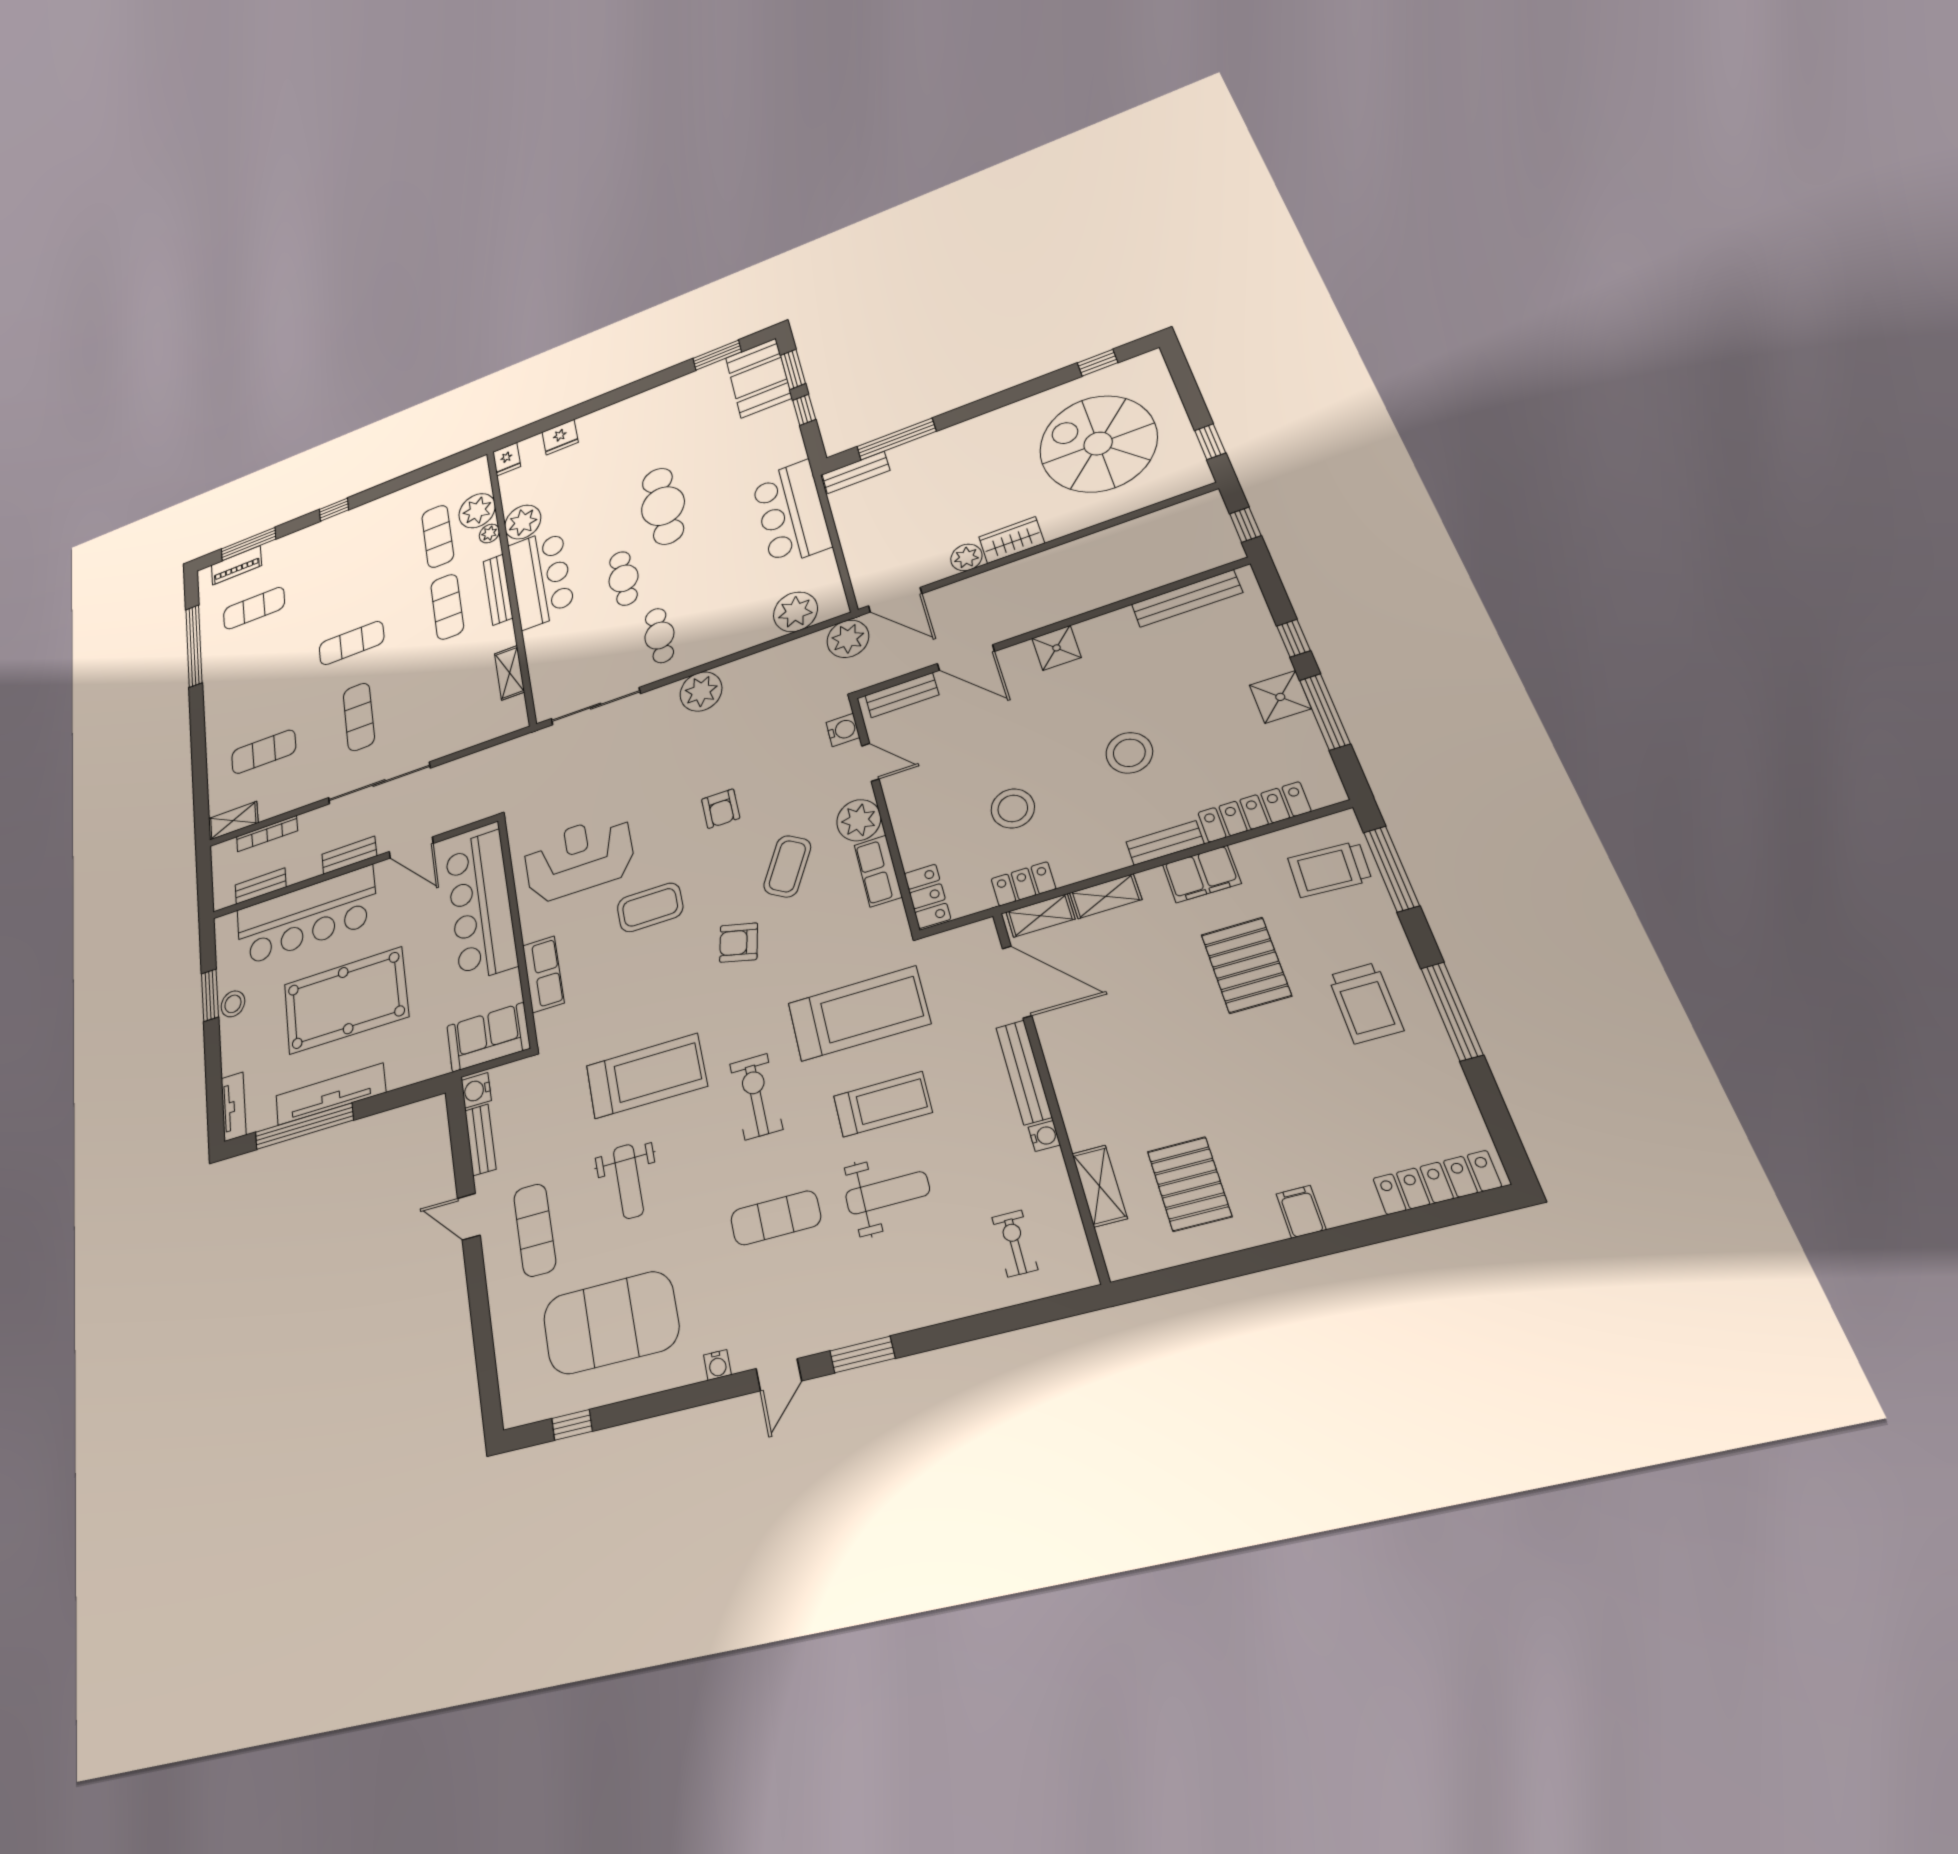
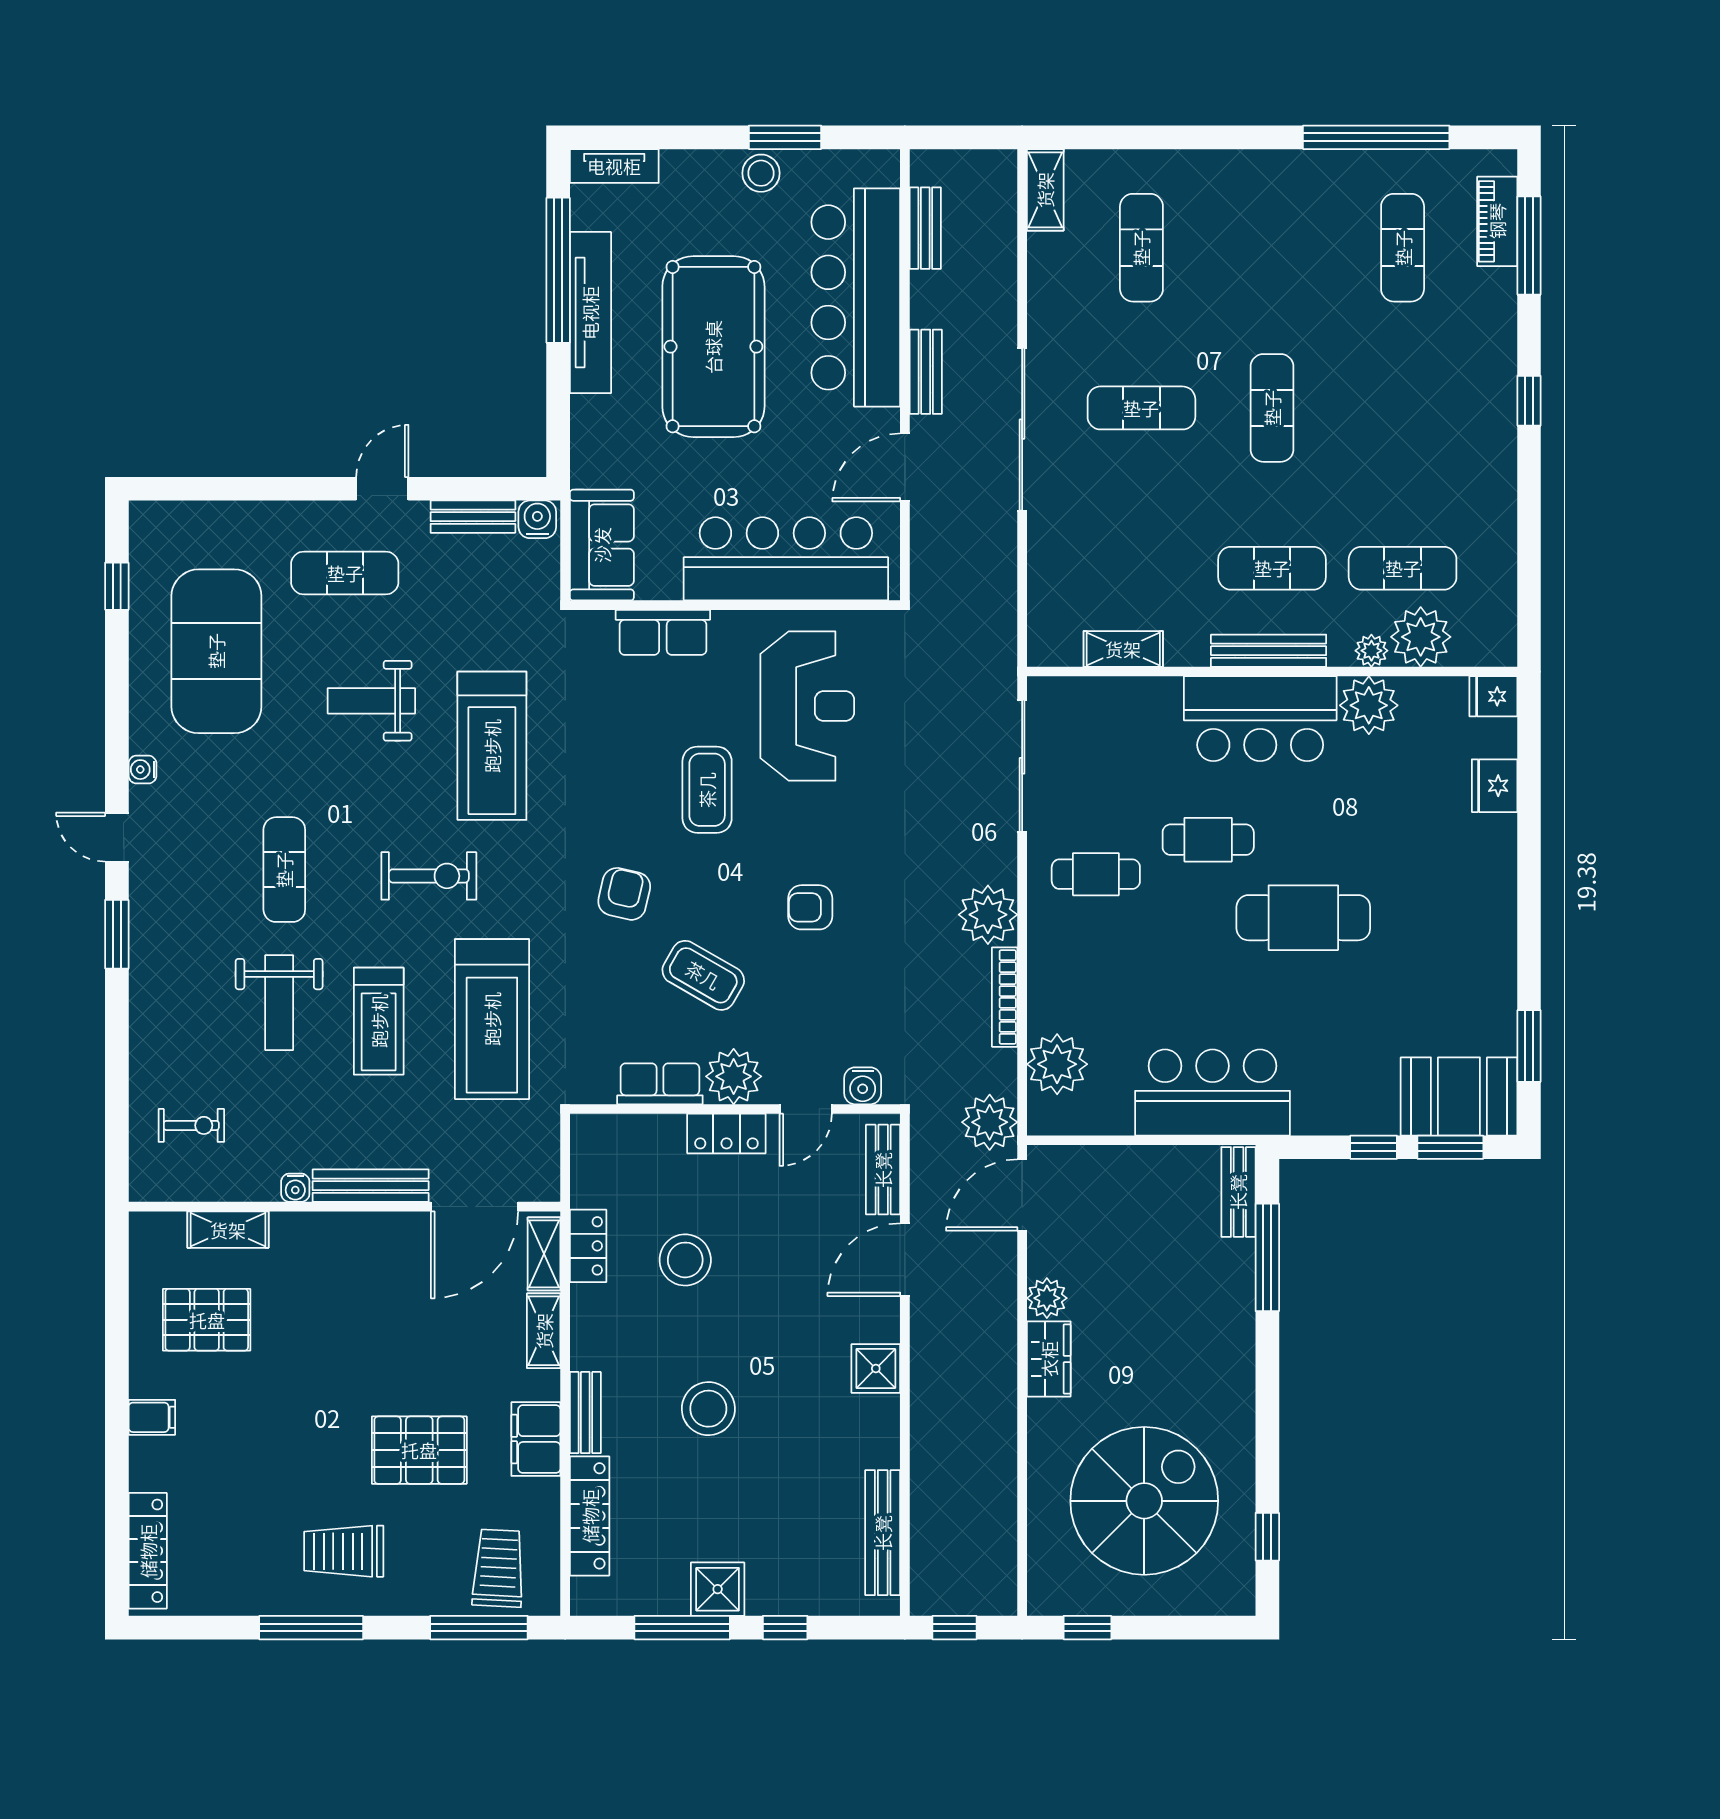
bookcase: (267, 834) -> (1005, 997), moved
locker: (927, 896) -> (726, 1133), moved

